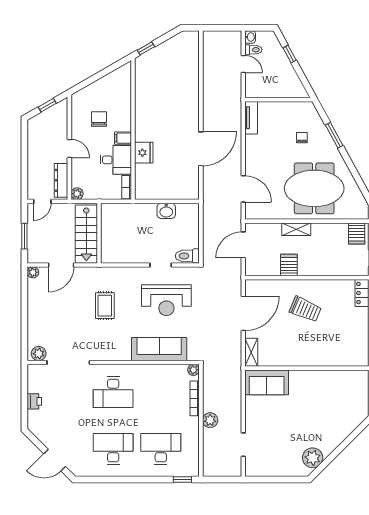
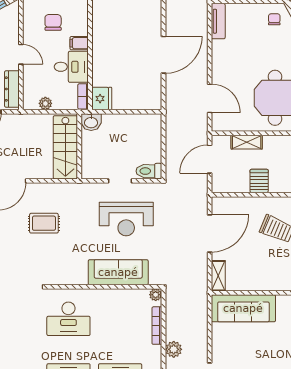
chair: (302, 138) -> (274, 19), moved
fridge: (144, 153) -> (102, 99), moved
plant: (77, 194) -> (45, 103), moved
washbasin: (166, 211) -> (91, 122), moved
shelving: (296, 229) -> (247, 142), moved
wall: (99, 233) -> (79, 146), moved
stairs: (86, 234) -> (65, 147), moved
rug: (105, 306) -> (44, 223), moved, turned 90
sofa: (267, 382) -> (243, 308), width x1.36

